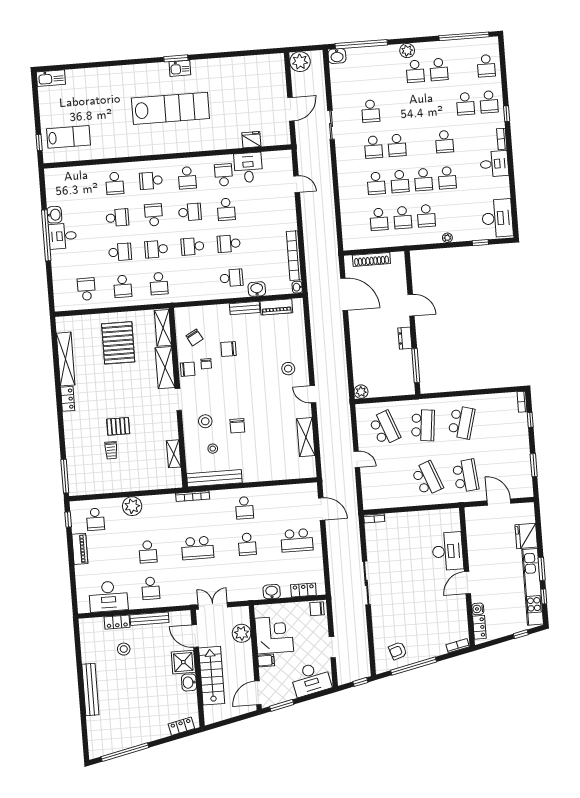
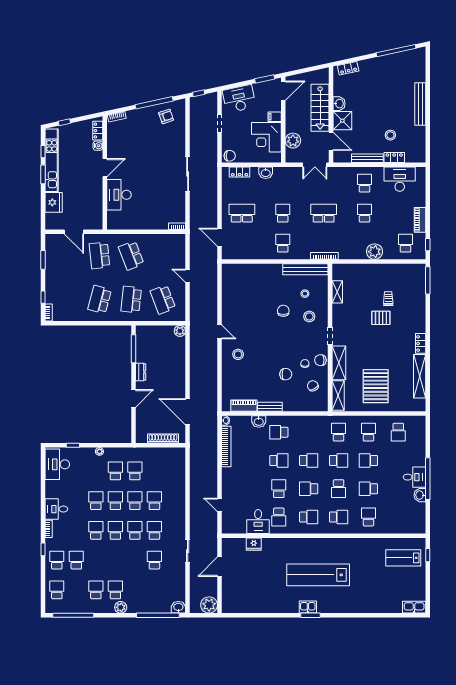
school desk: (187, 178) -> (309, 517), turned 90
school desk: (379, 219) -> (115, 530), moved
door: (411, 305) -> (133, 399), swing flipped
shelving: (306, 437) -> (228, 297), removed

